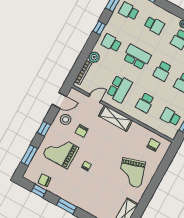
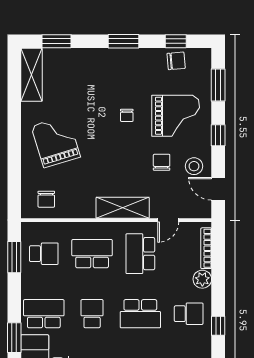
door: (59, 100) -> (218, 189), hinge flipped
school desk: (145, 103) -> (92, 254), width x1.85

